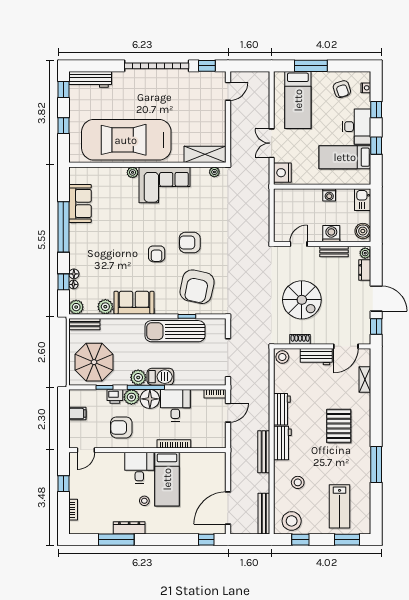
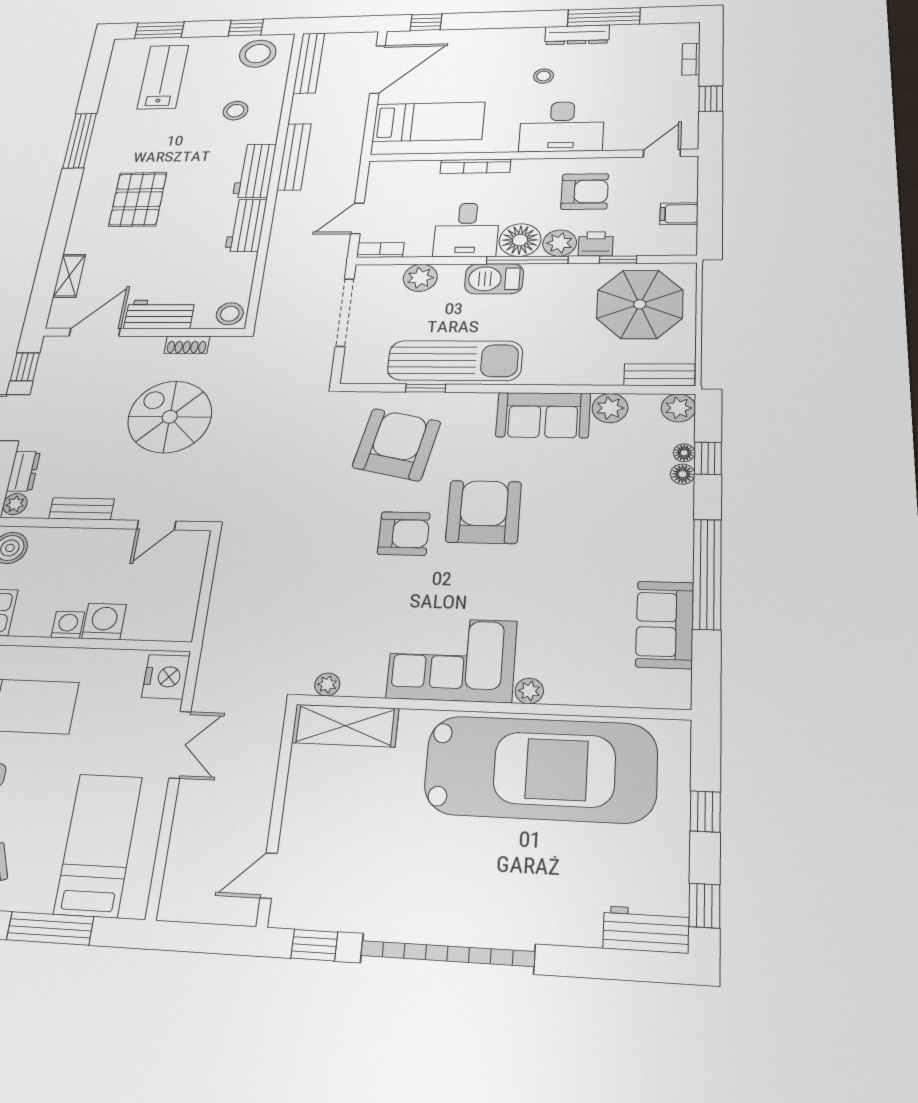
workbench: (90, 79) -> (646, 930), width x0.73
washing machine: (331, 234) -> (104, 621), moved, turned 180
armchair: (157, 254) -> (484, 512), width x1.88, depth x1.88
plant: (138, 377) -> (420, 278), moved
desk: (139, 468) -> (562, 127), width x1.37
bed: (167, 479) -> (429, 122), moved, turned 90

